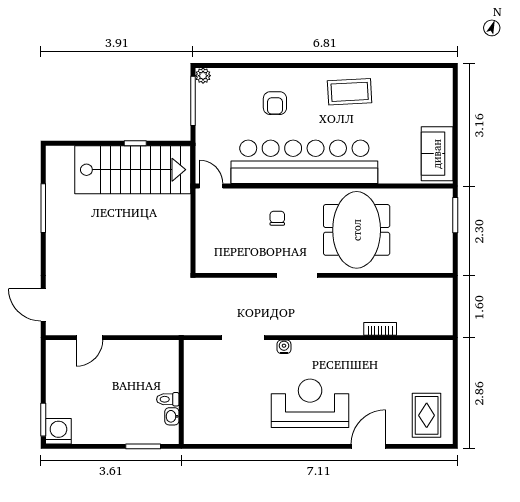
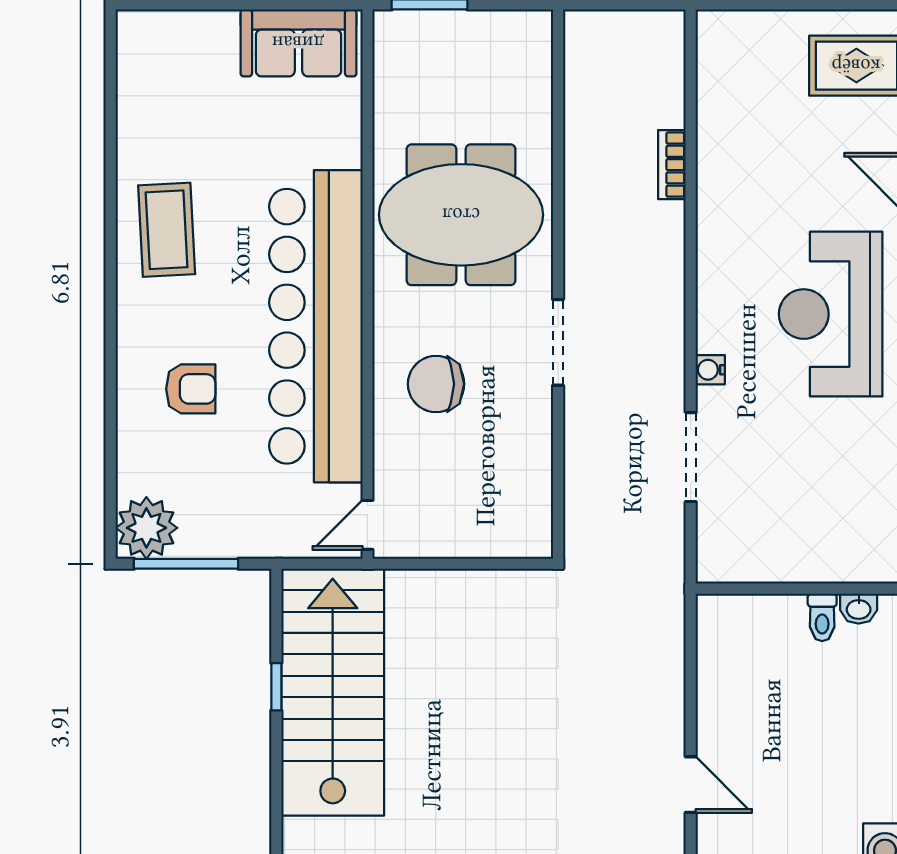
plant: (203, 76) -> (146, 528), width x1.88, depth x1.88
chair: (277, 218) -> (436, 384), width x1.87, depth x1.87

